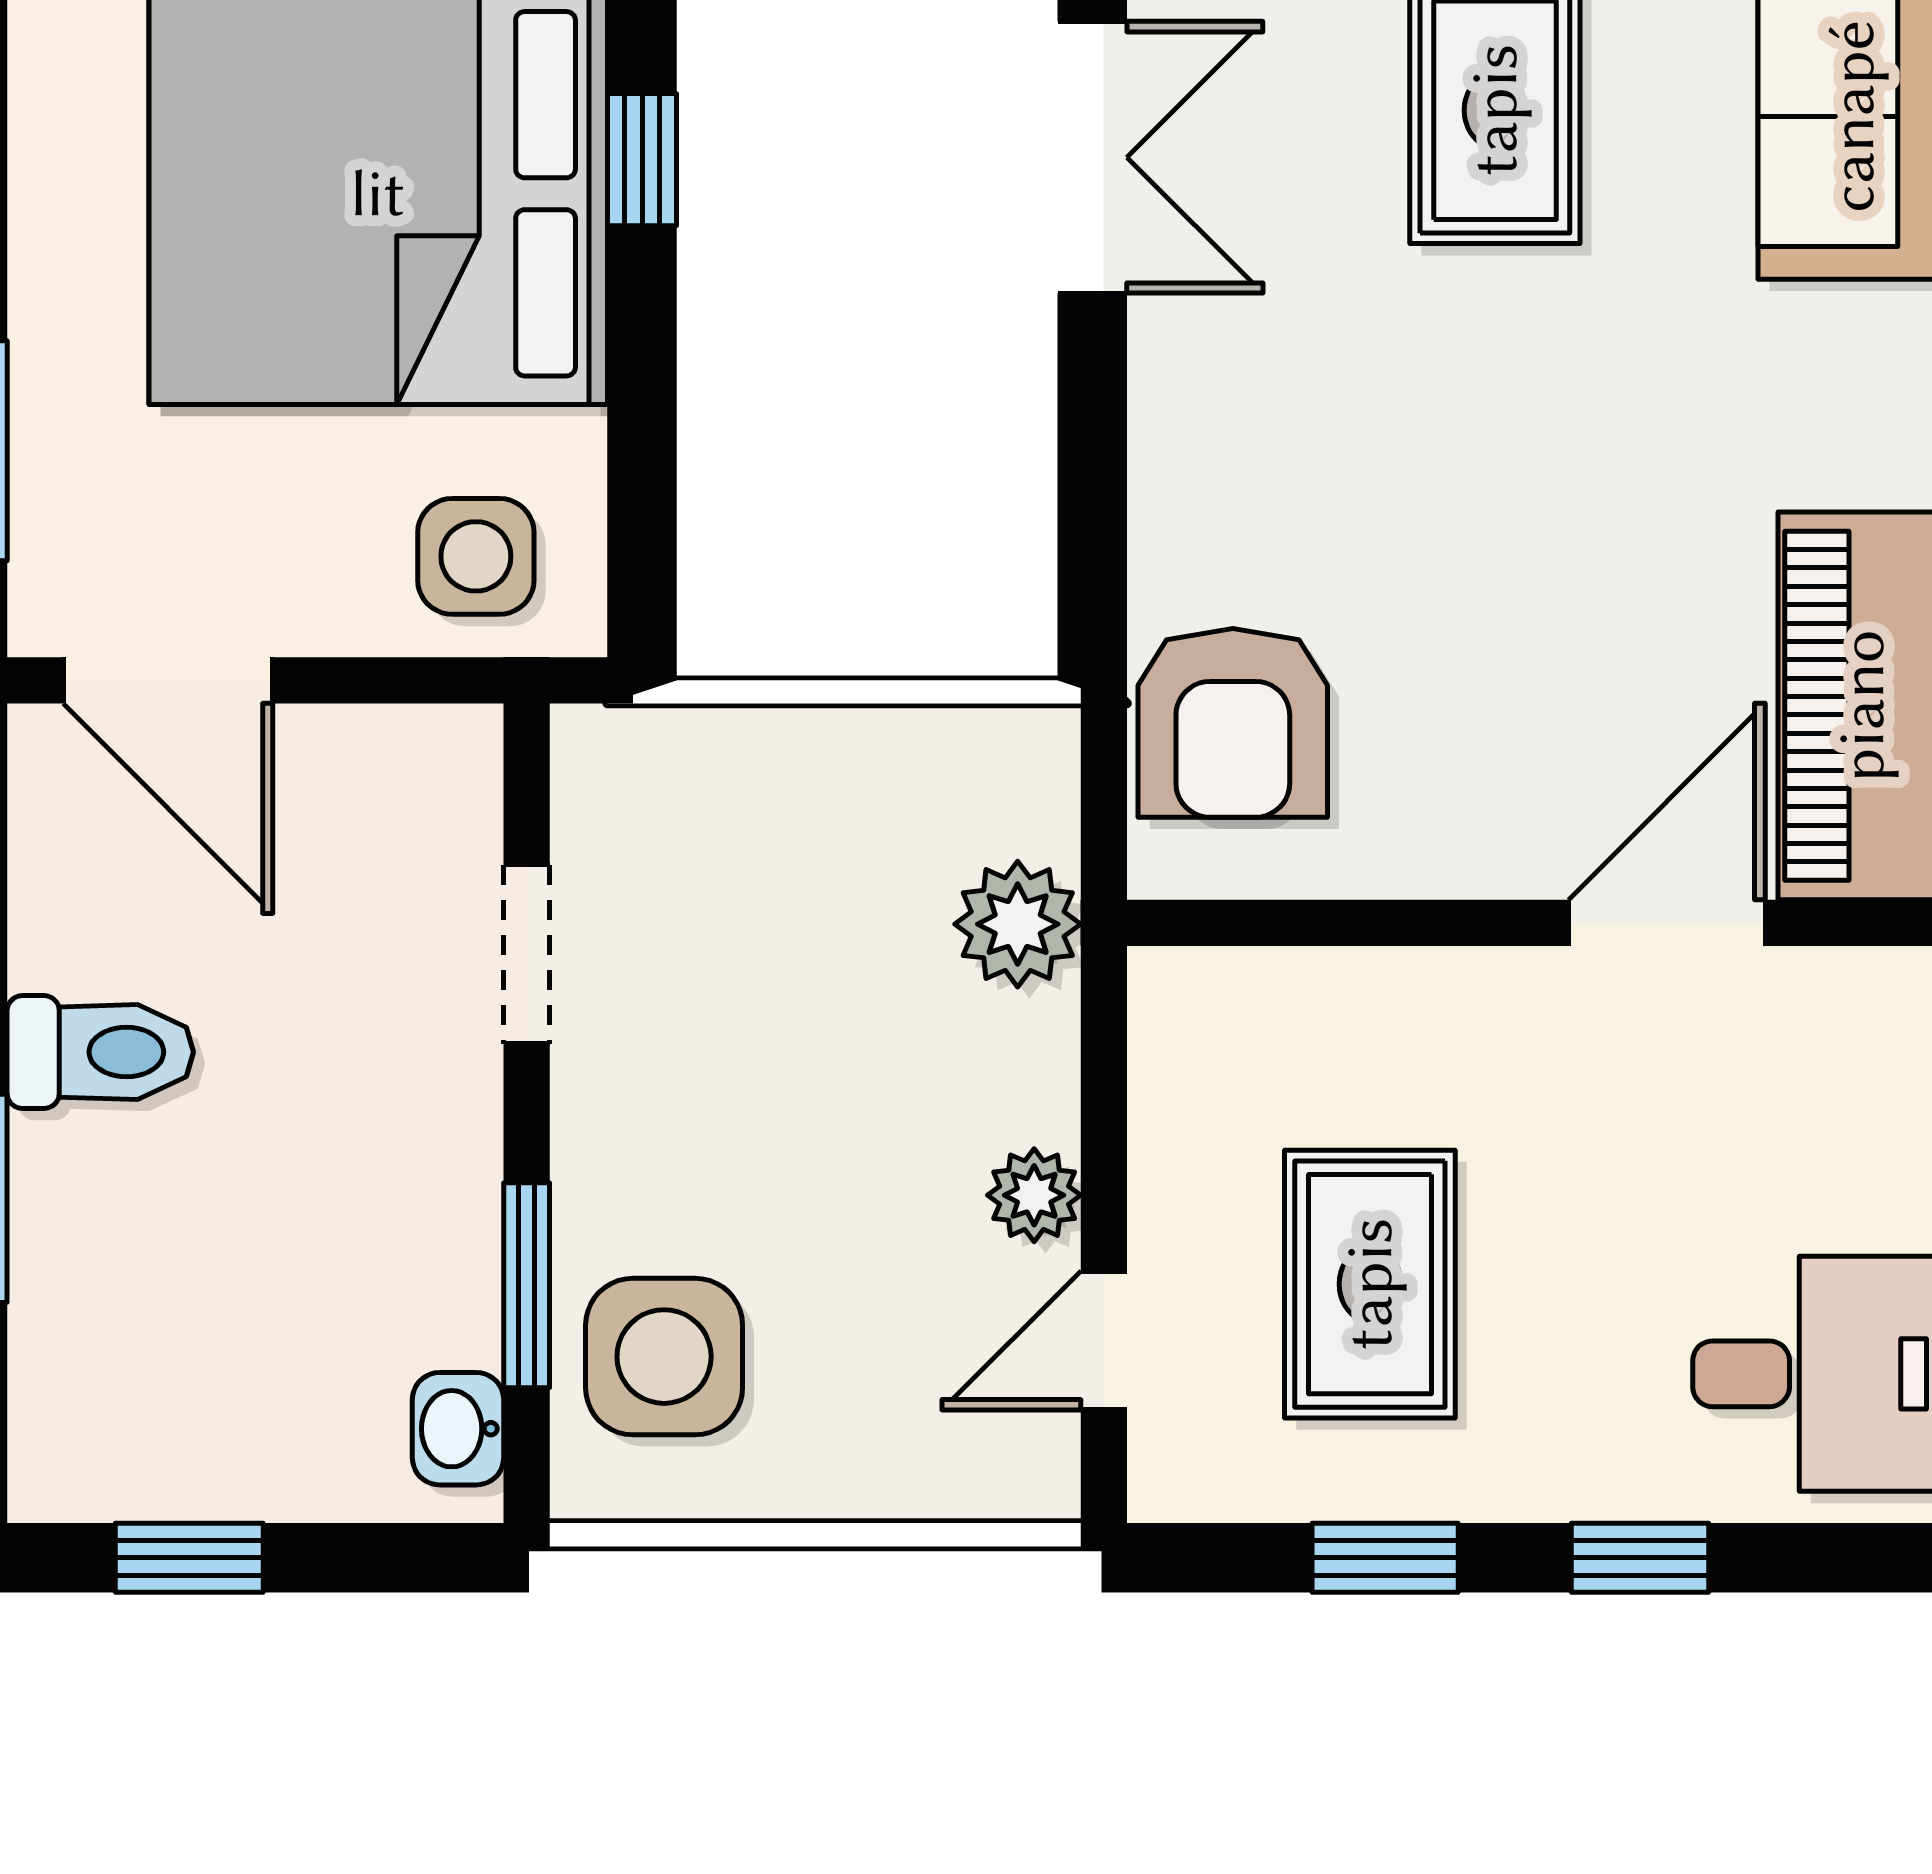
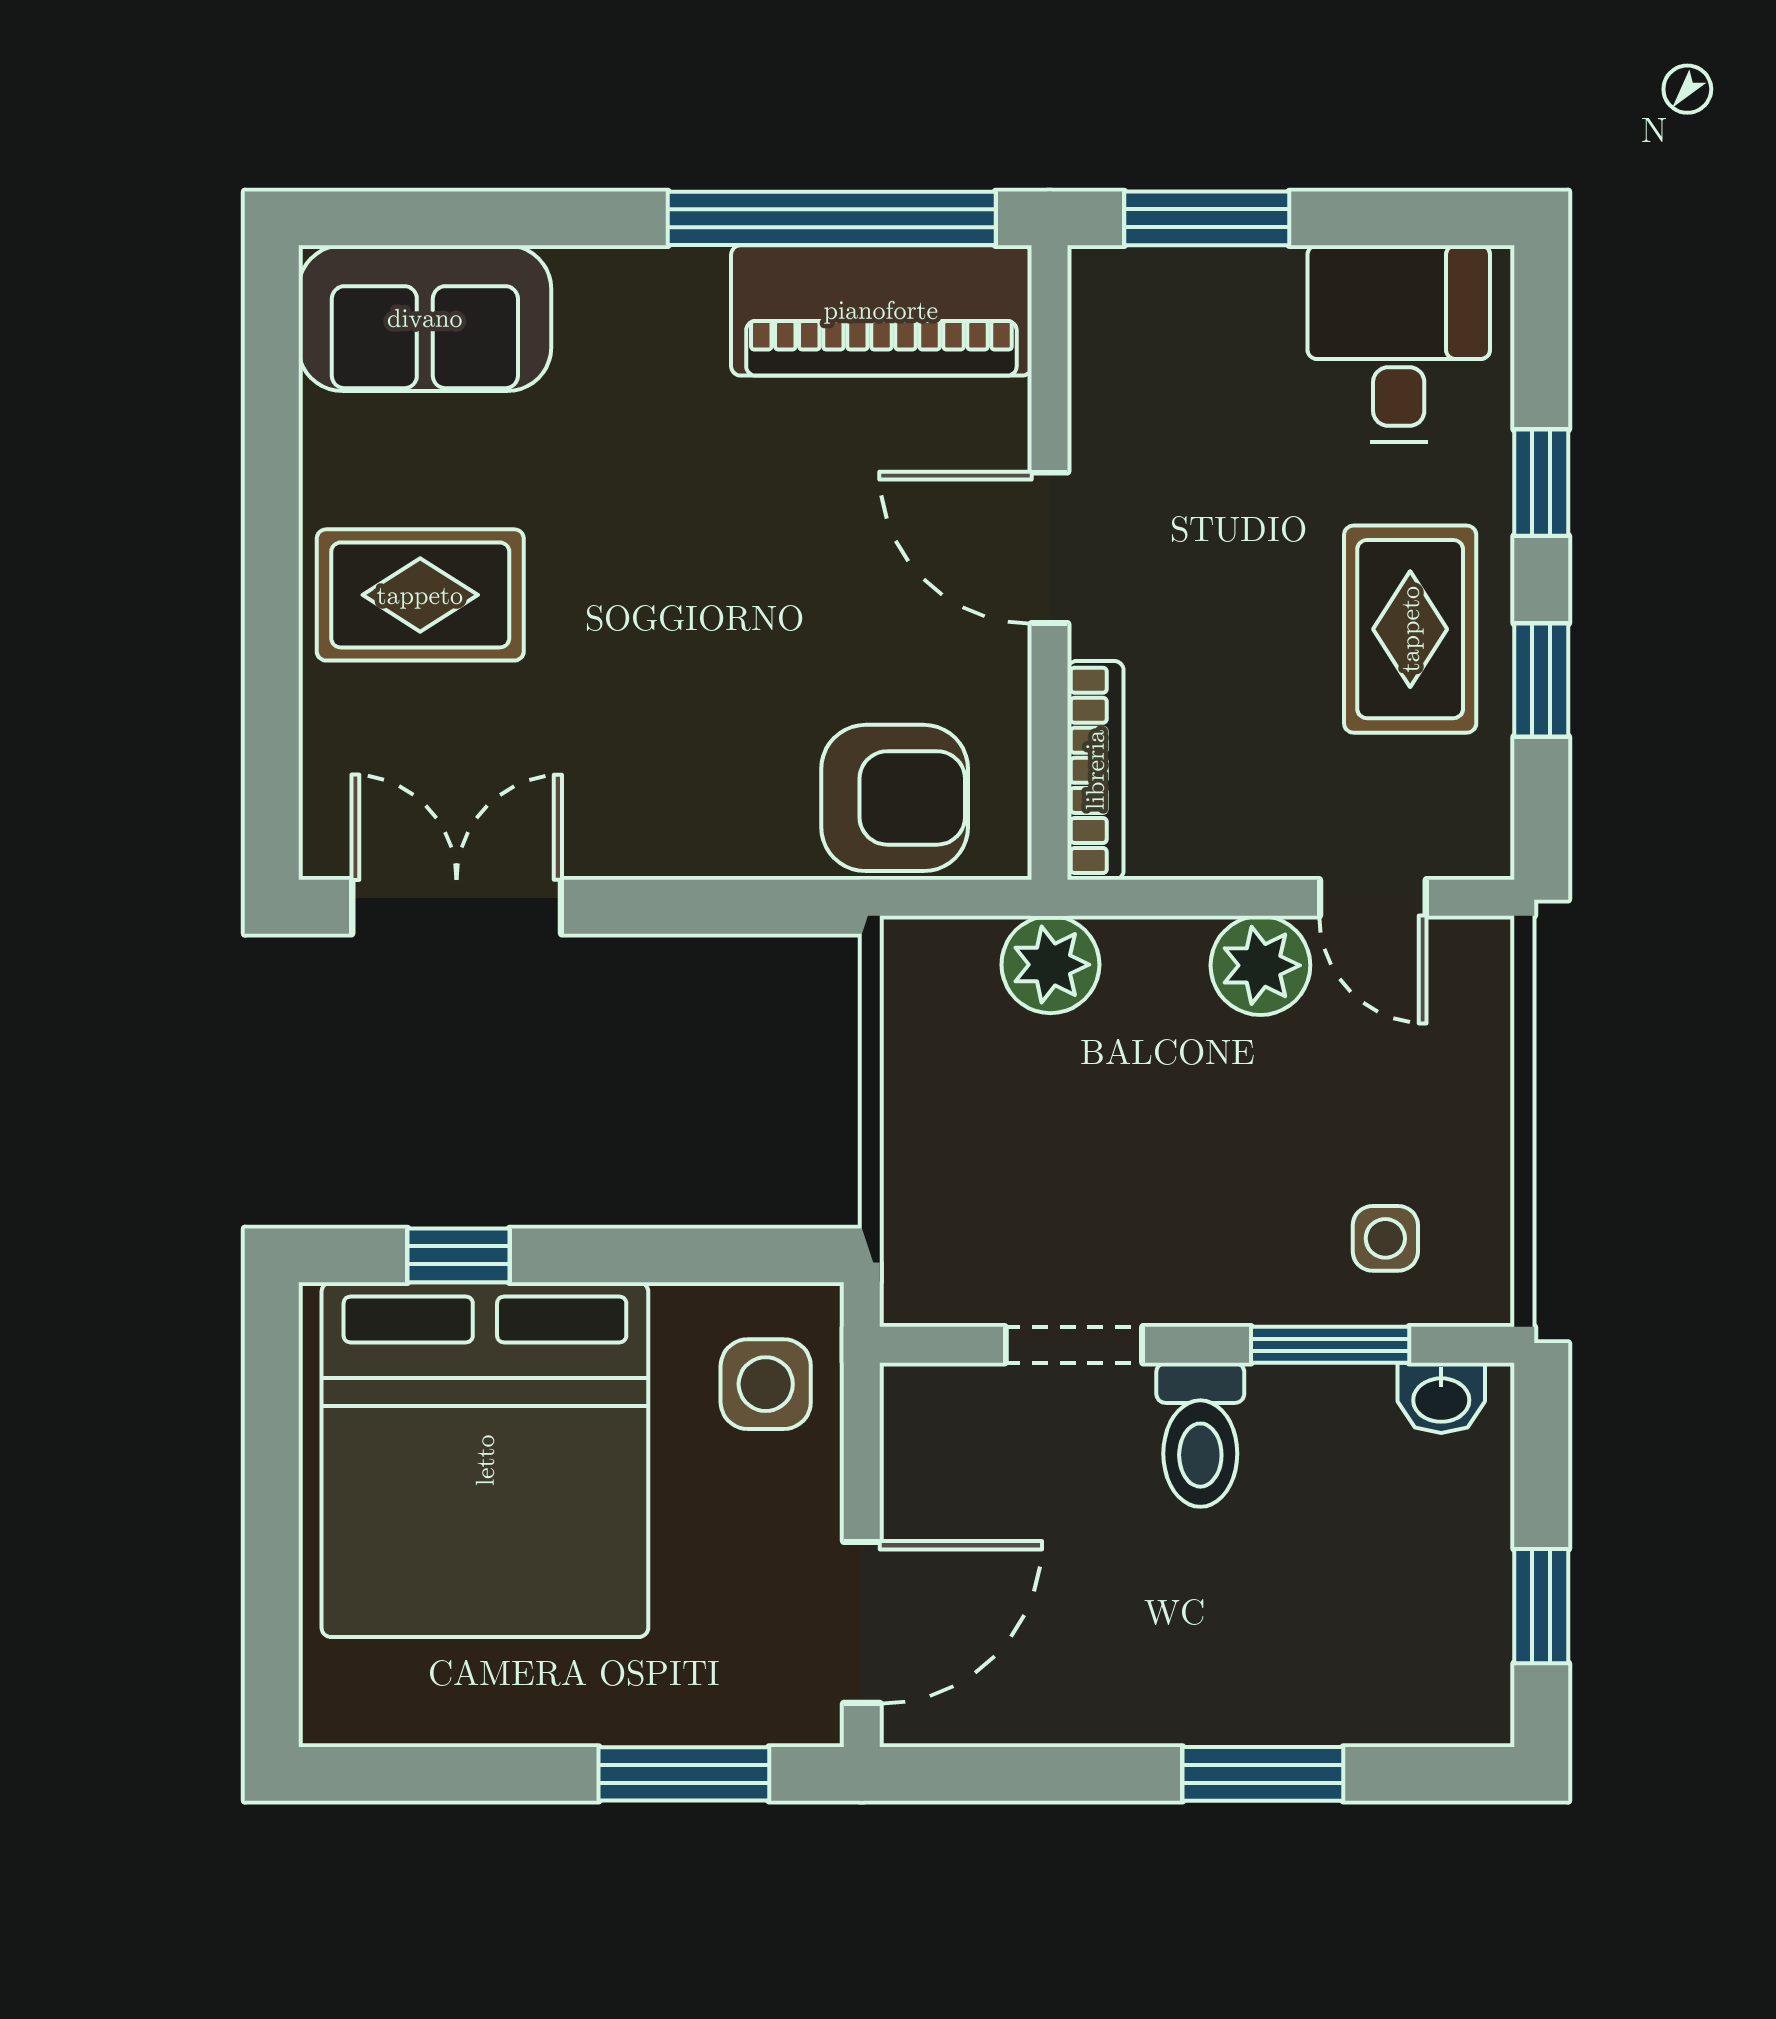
door: (1667, 923) -> (1050, 548), moved
bookcase: (1268, 982) -> (1095, 770), added
toilet: (100, 1052) -> (1200, 1435), moved, turned 180
plant: (1034, 1195) -> (1260, 965), width x1.38, depth x1.38
rug: (1370, 1284) -> (1410, 629), moved, turned 90
side table: (664, 1357) -> (1385, 1238), width x0.54, depth x0.54

